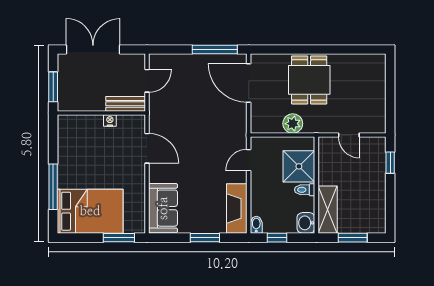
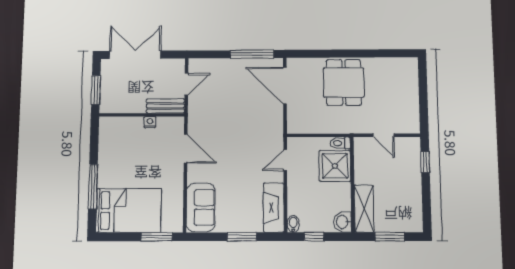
plant: (293, 124) -> (328, 124), removed
toilet: (305, 190) -> (340, 143), moved

